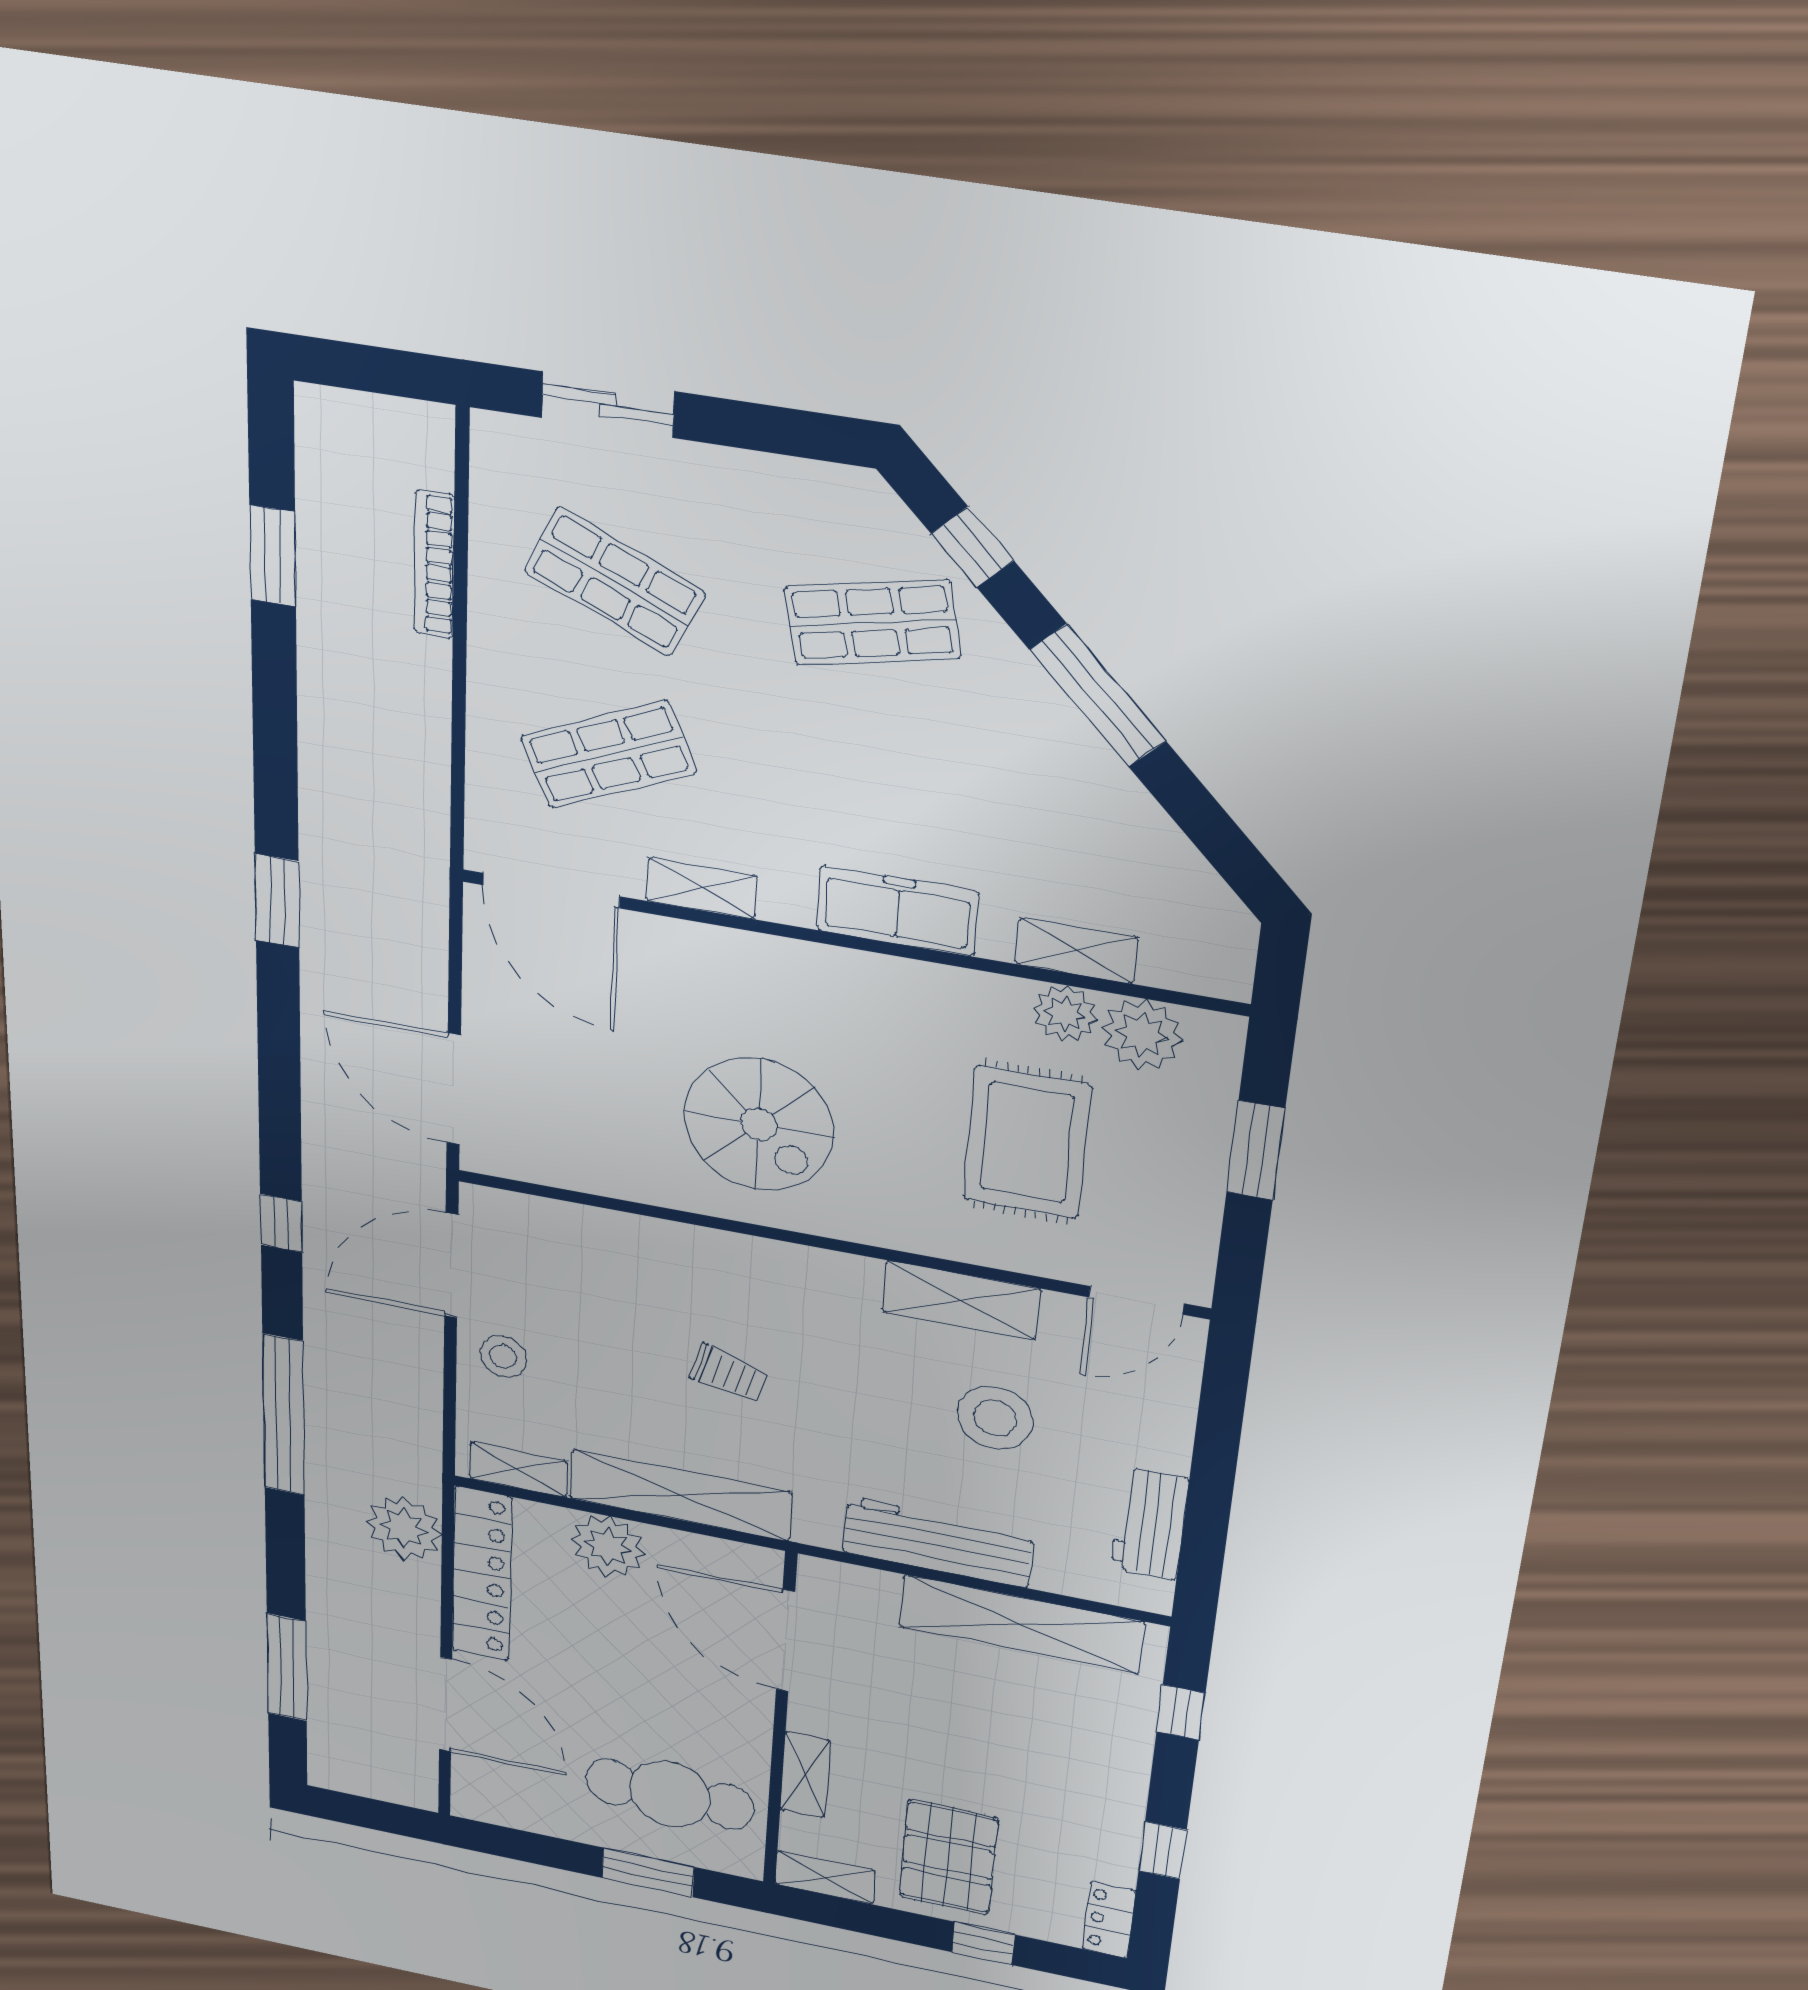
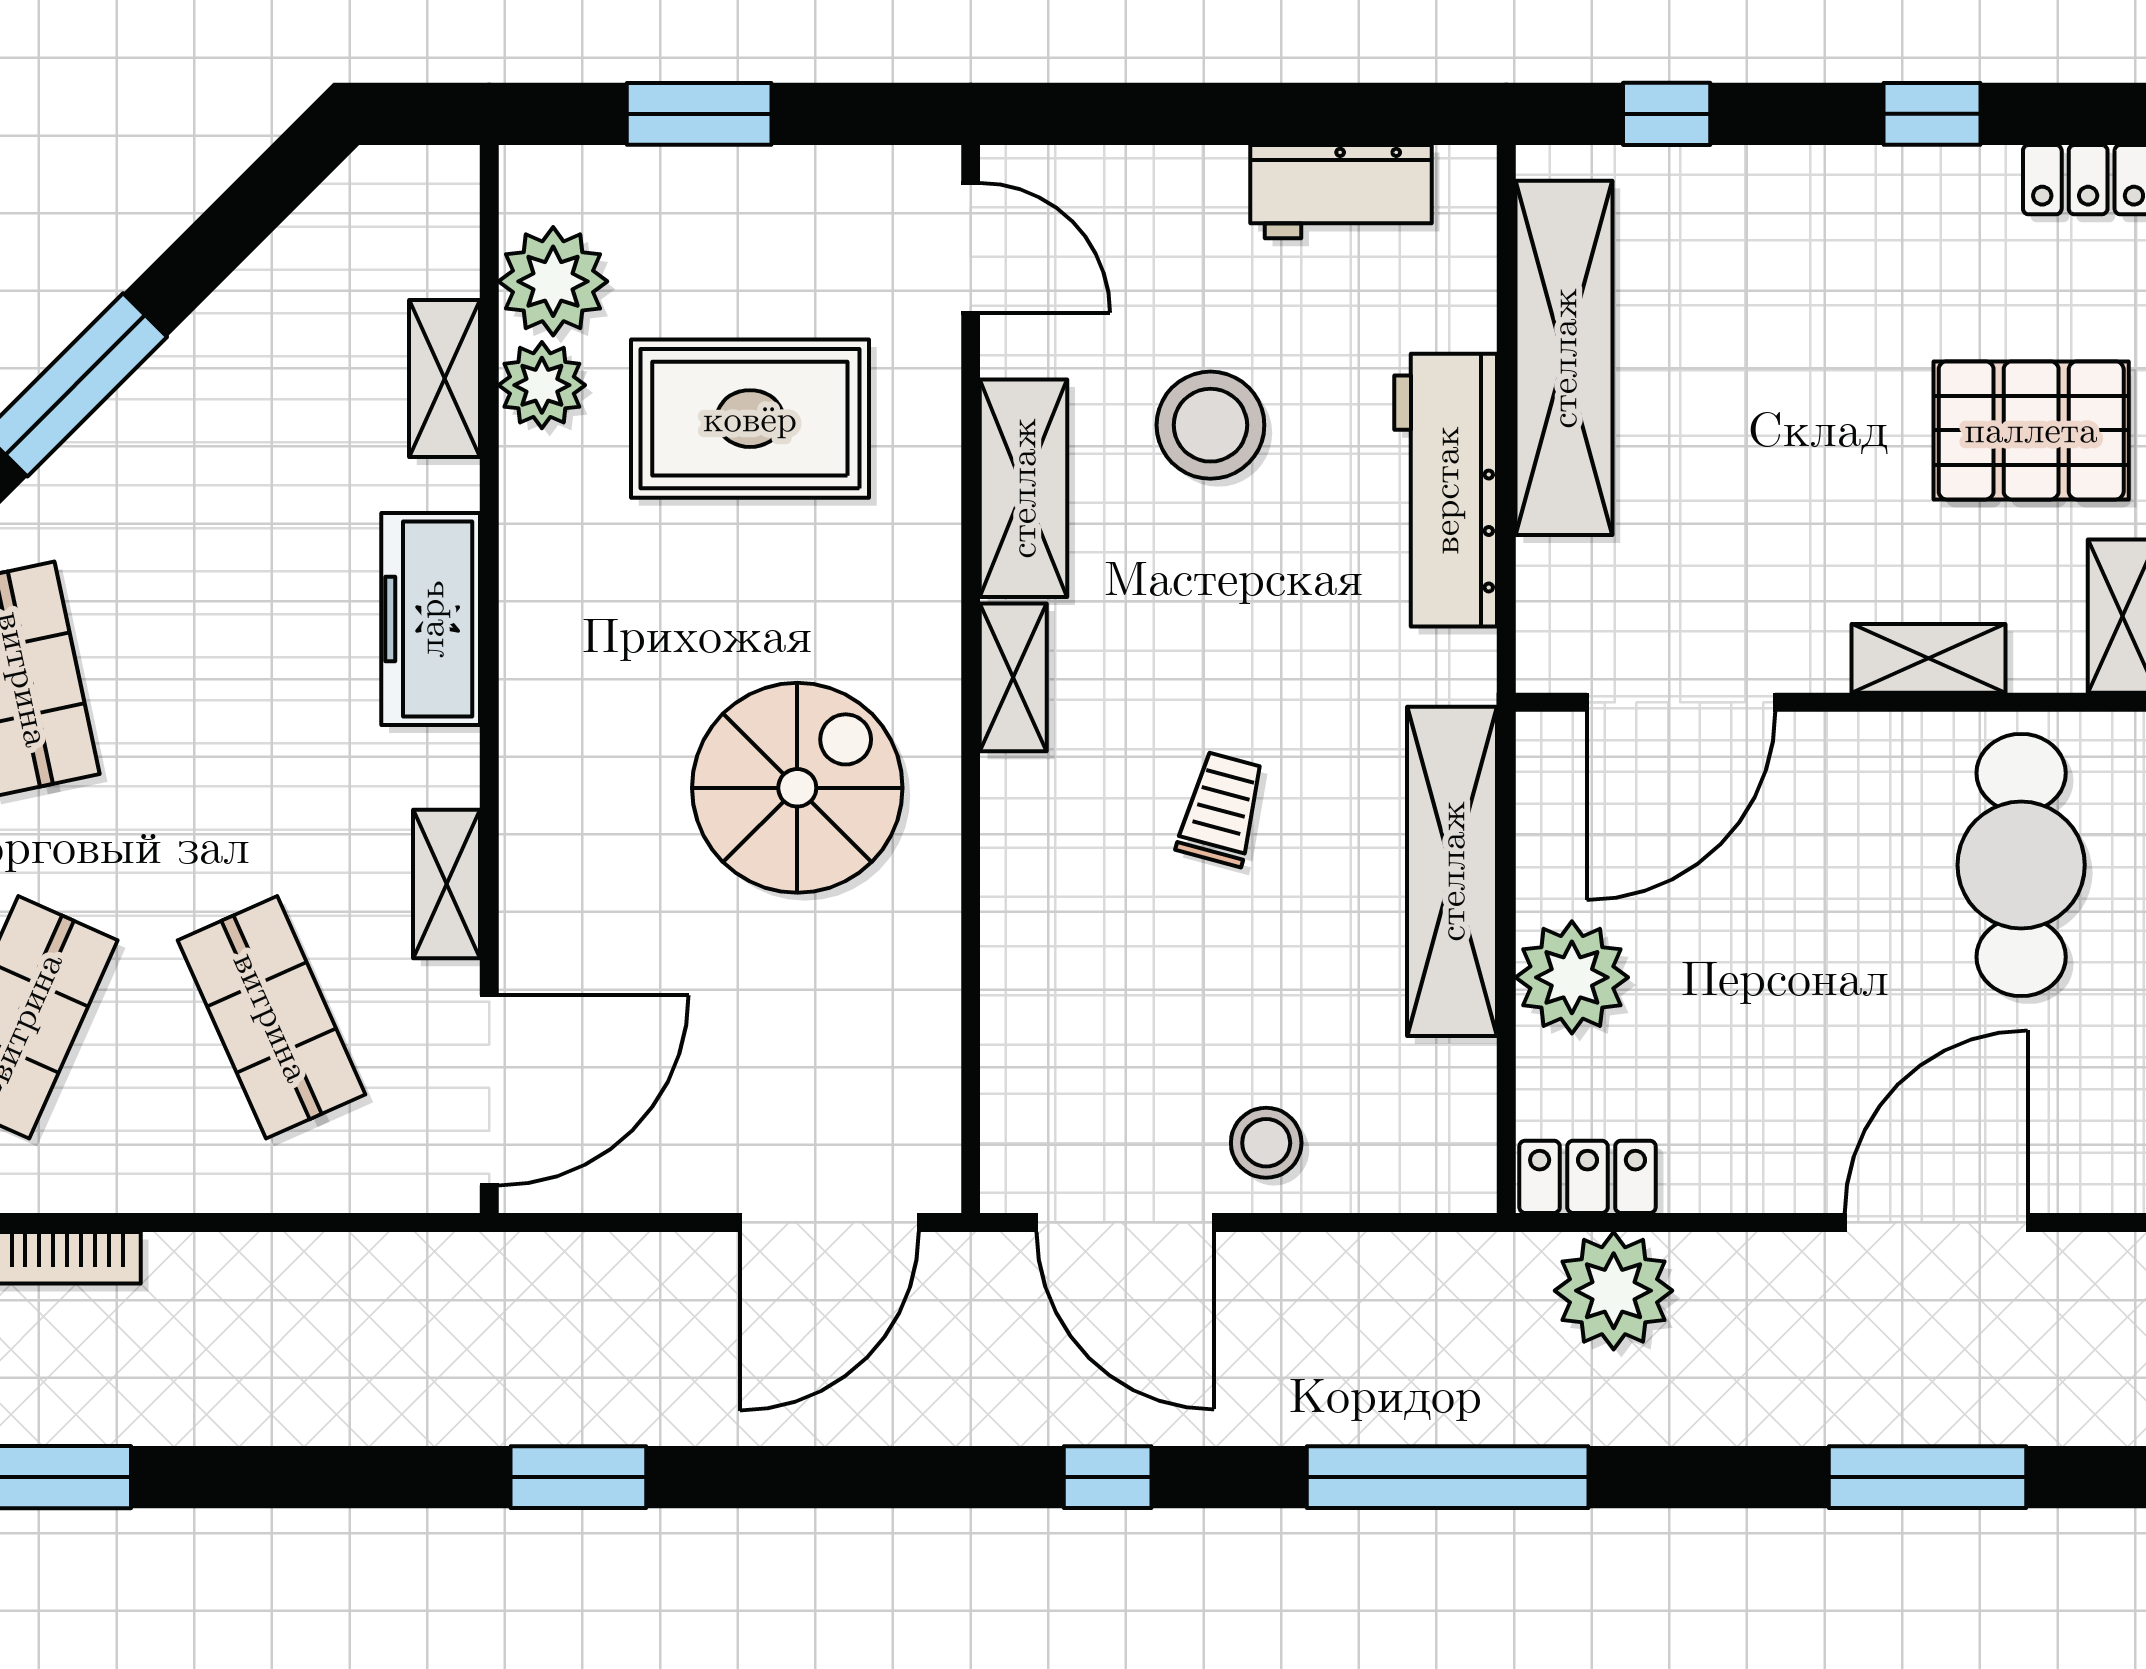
shelving: (518, 1470) -> (1013, 677), moved
locker: (482, 1574) -> (1588, 1177), width x0.46, depth x0.83

